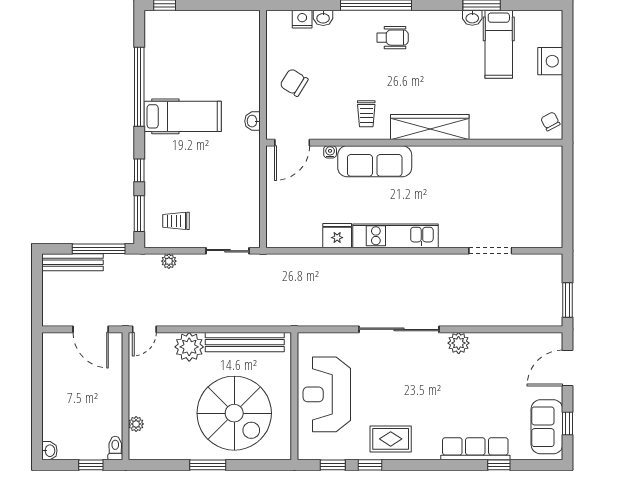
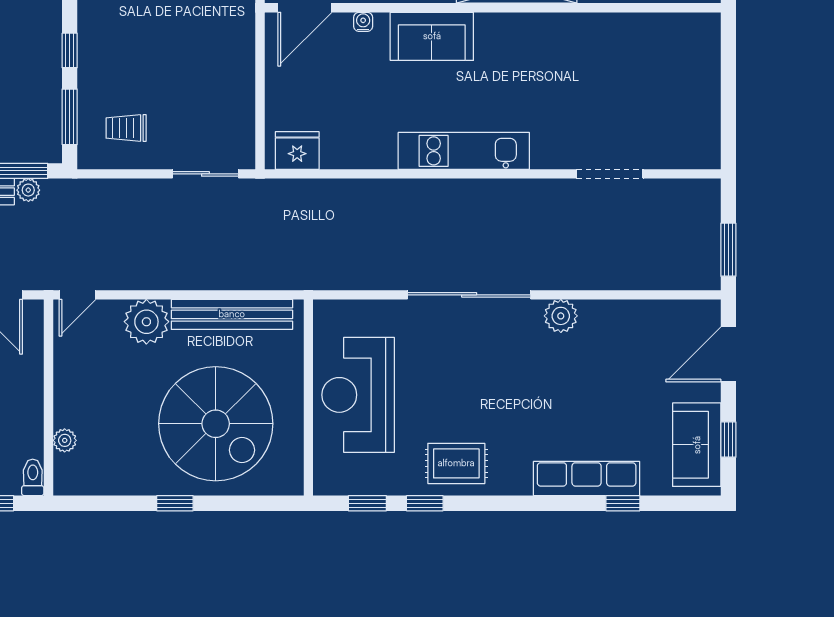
sofa: (375, 161) -> (432, 36), width x0.73
fridge: (337, 236) -> (297, 151), moved
plant: (169, 261) -> (28, 190), moved
window: (208, 465) -> (175, 503), width x0.67

